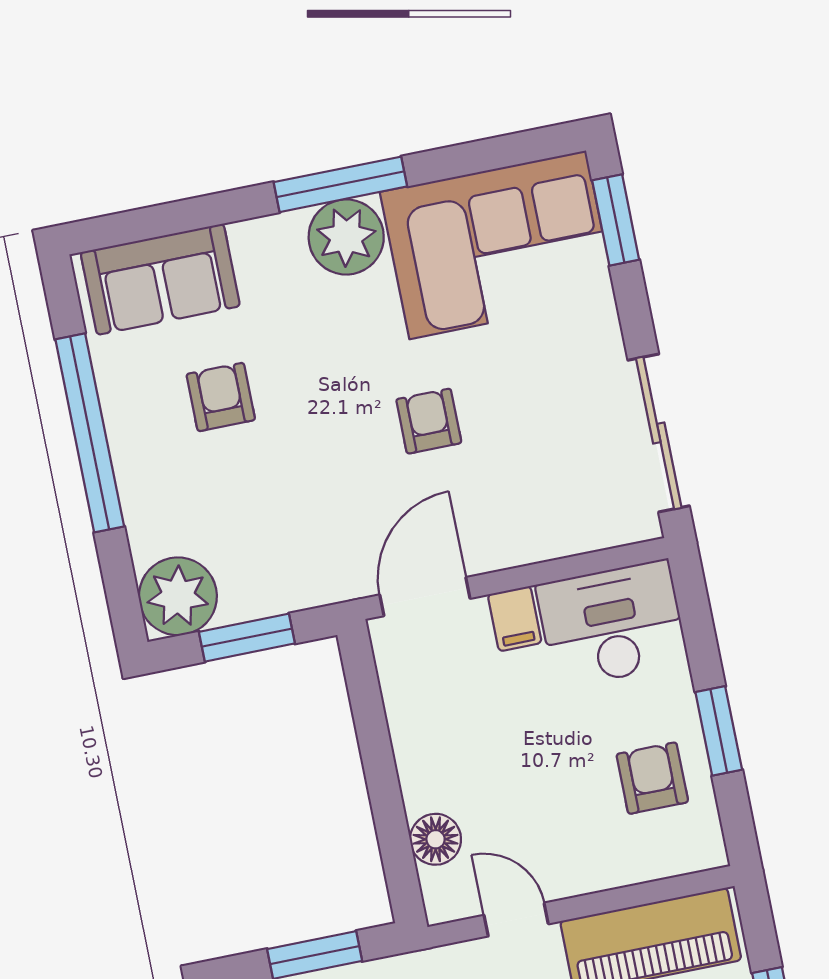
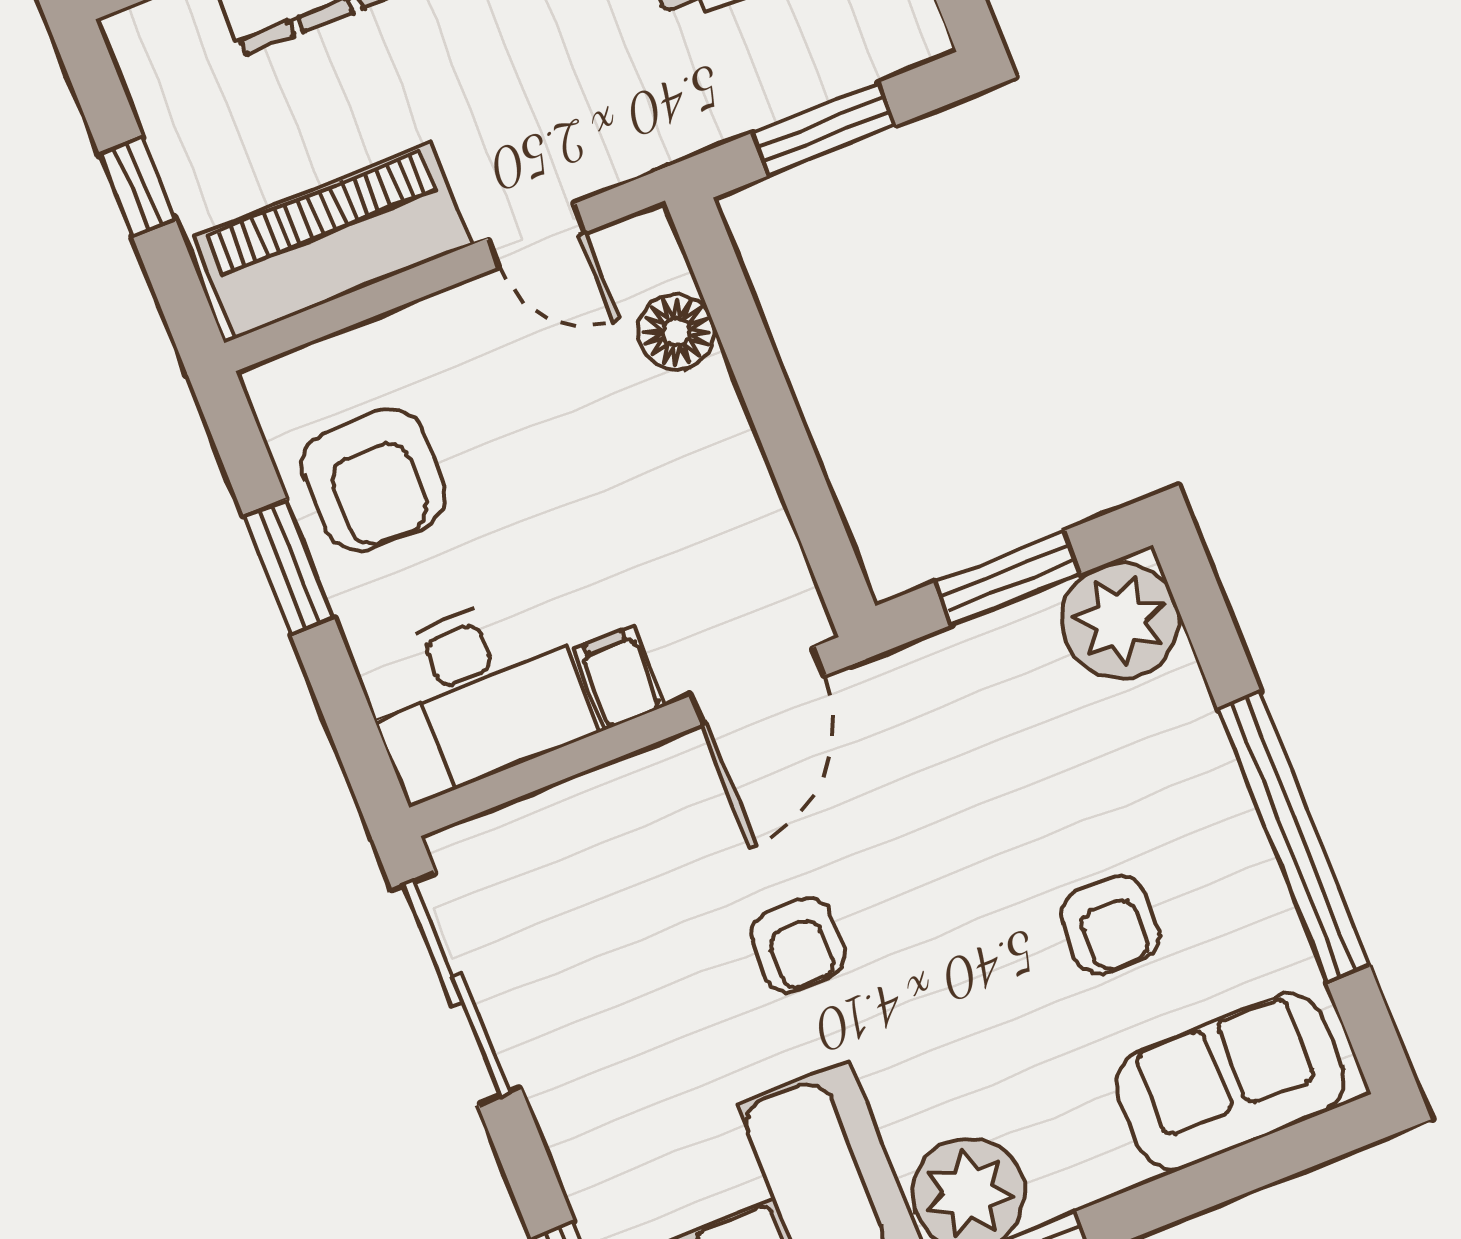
armchair: (652, 778) -> (374, 480), width x1.38, depth x1.38

